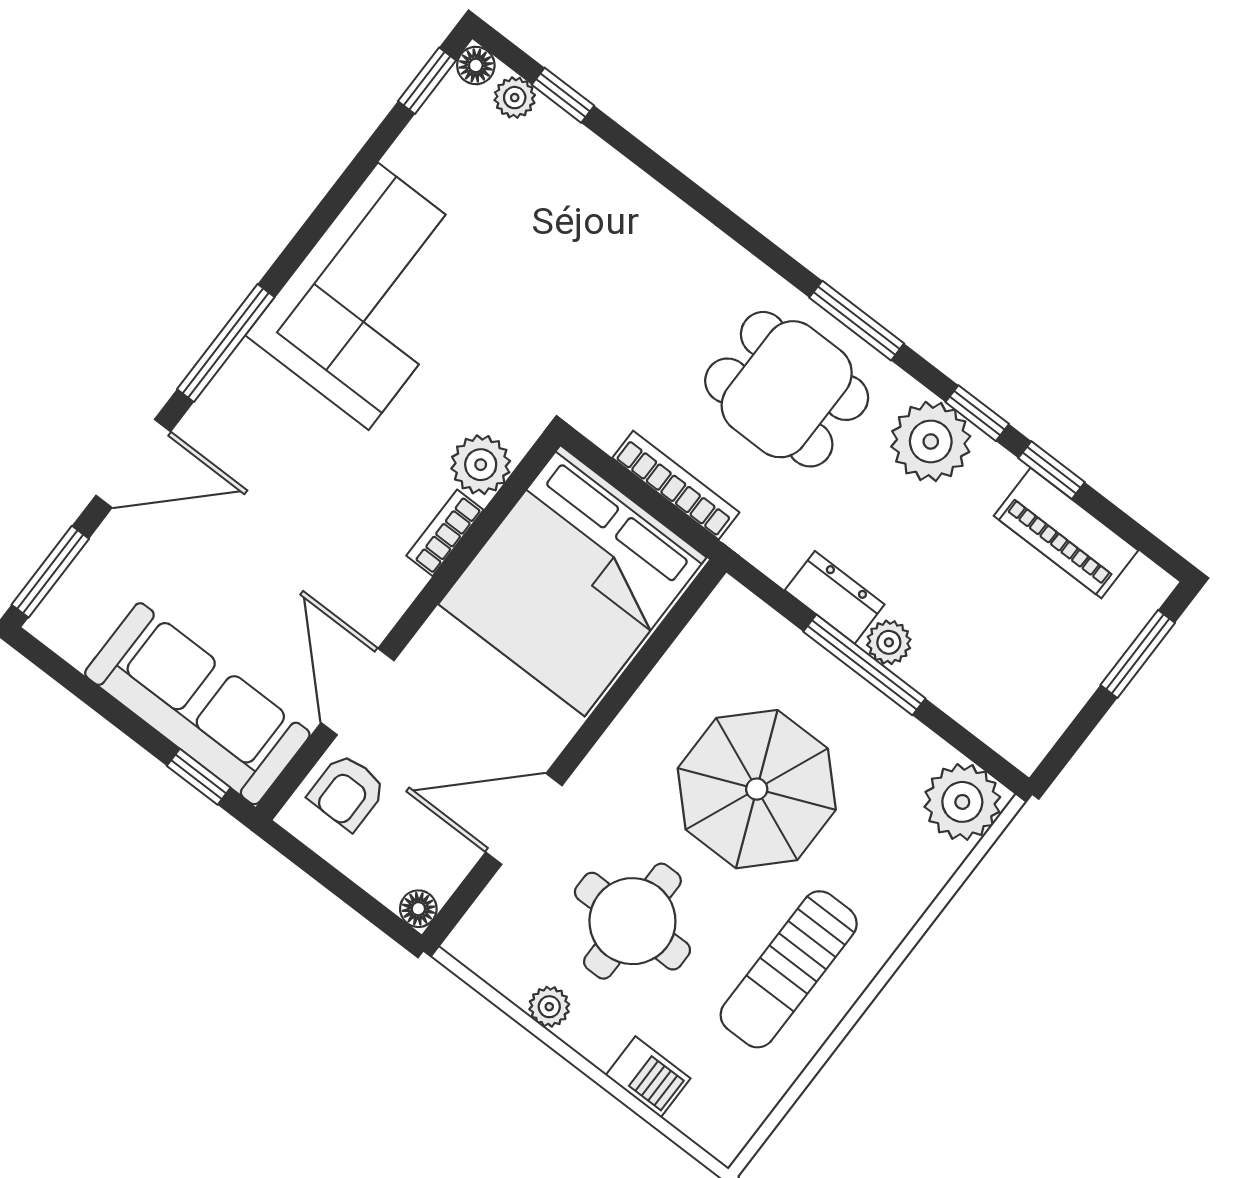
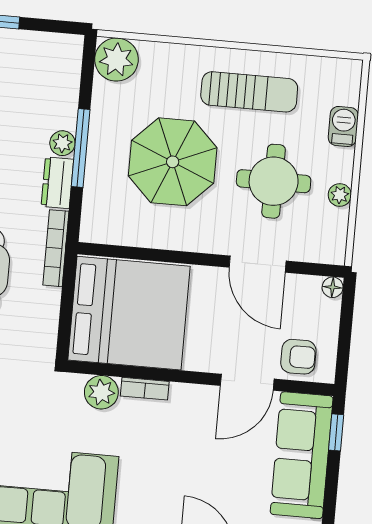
bookcase: (676, 485) -> (56, 248), moved

